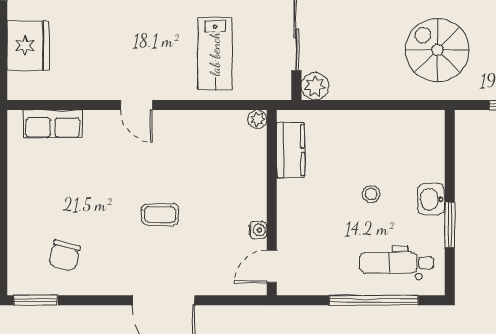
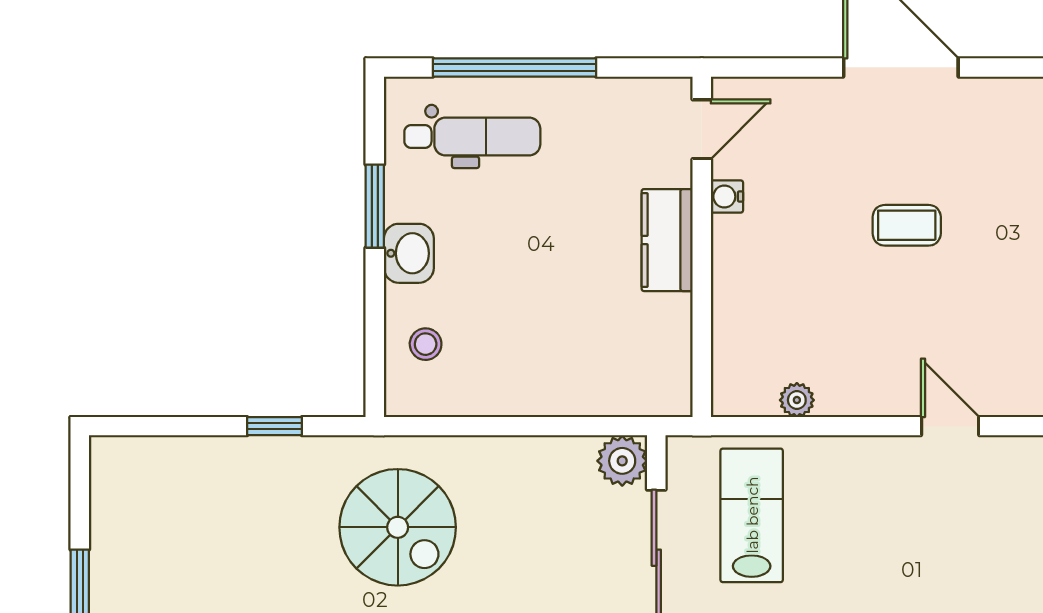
lab bench: (215, 54) -> (752, 515), moved
plant: (257, 119) -> (797, 400), moved
kitchen counter: (291, 150) -> (667, 240), moved
stool: (371, 194) -> (426, 344), moved

